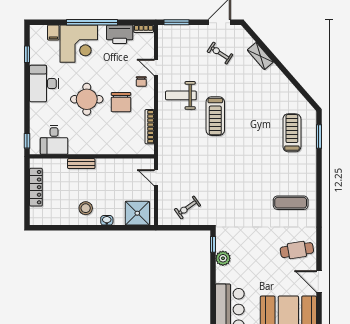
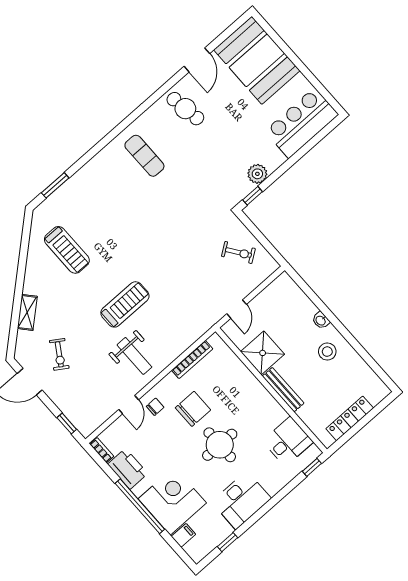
window: (177, 22) -> (67, 424), width x0.67
treadmill: (292, 133) -> (67, 250), moved, turned -90
bench: (81, 164) -> (283, 390), width x1.36
shower: (137, 213) -> (263, 353), moved

